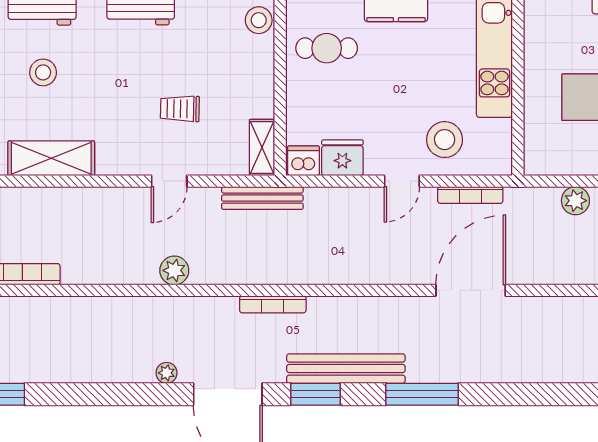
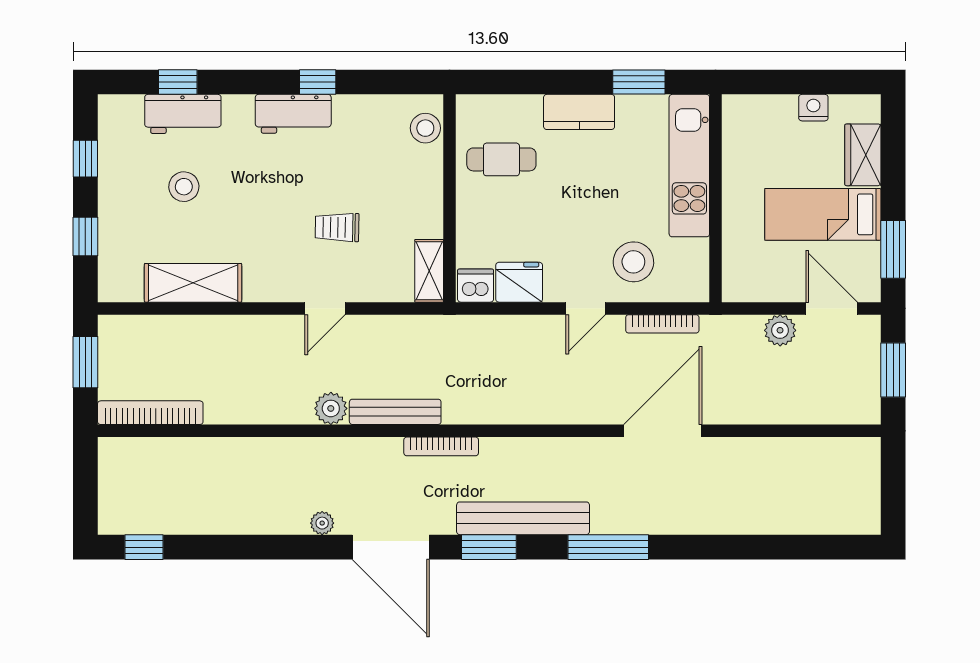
bench: (262, 198) -> (395, 412), moved

